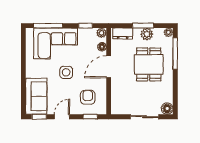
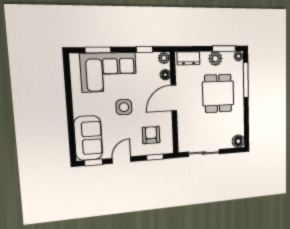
window: (48, 26) -> (98, 50), width x0.69
window: (143, 26) -> (224, 49), moved
sliding door: (144, 117) -> (204, 153), moved

